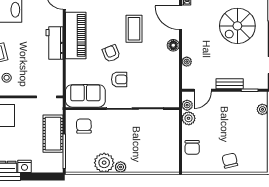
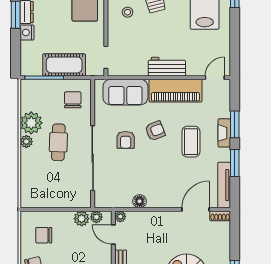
coffee table: (134, 29) -> (191, 142), moved, turned 90
floor lamp: (173, 45) -> (140, 201), moved
plant: (187, 62) -> (120, 216), moved
sofa: (85, 96) -> (125, 92), moved, turned 90
chair: (84, 126) -> (73, 100), turned -89
cafe table: (121, 139) -> (58, 142), added
chair: (192, 147) -> (44, 235), moved

